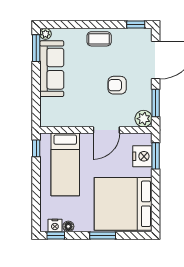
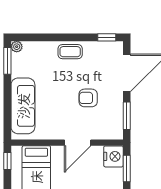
sofa: (52, 69) -> (23, 106), moved
plant: (144, 119) -> (115, 131), removed
nightstand: (142, 156) -> (113, 156), moved

